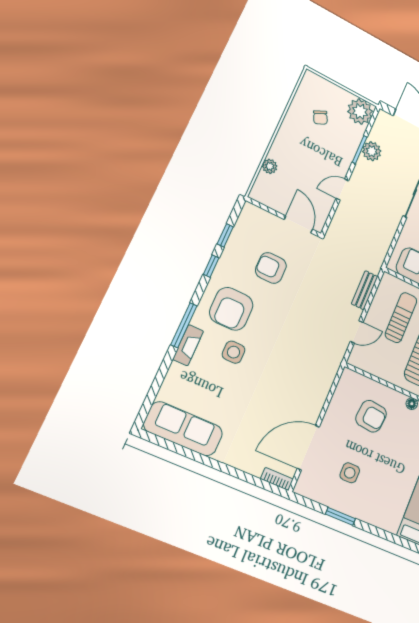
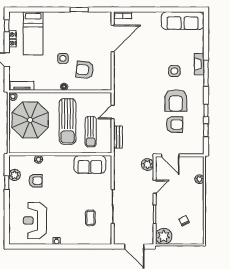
plant: (372, 151) -> (147, 165), moved
armchair: (231, 309) -> (176, 100), moved, turned 180
side table: (350, 473) -> (63, 58), moved

